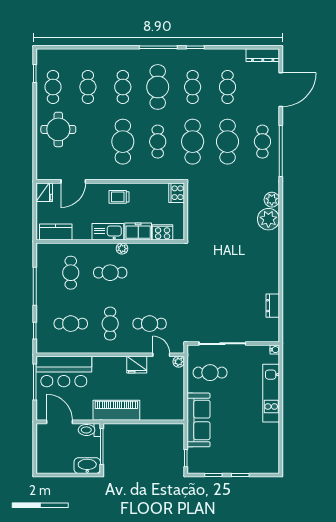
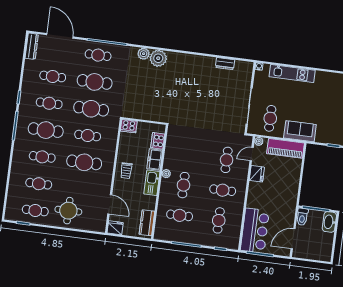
piano: (116, 410) -> (286, 148), moved, turned -90
sofa: (199, 420) -> (300, 131), width x0.73

